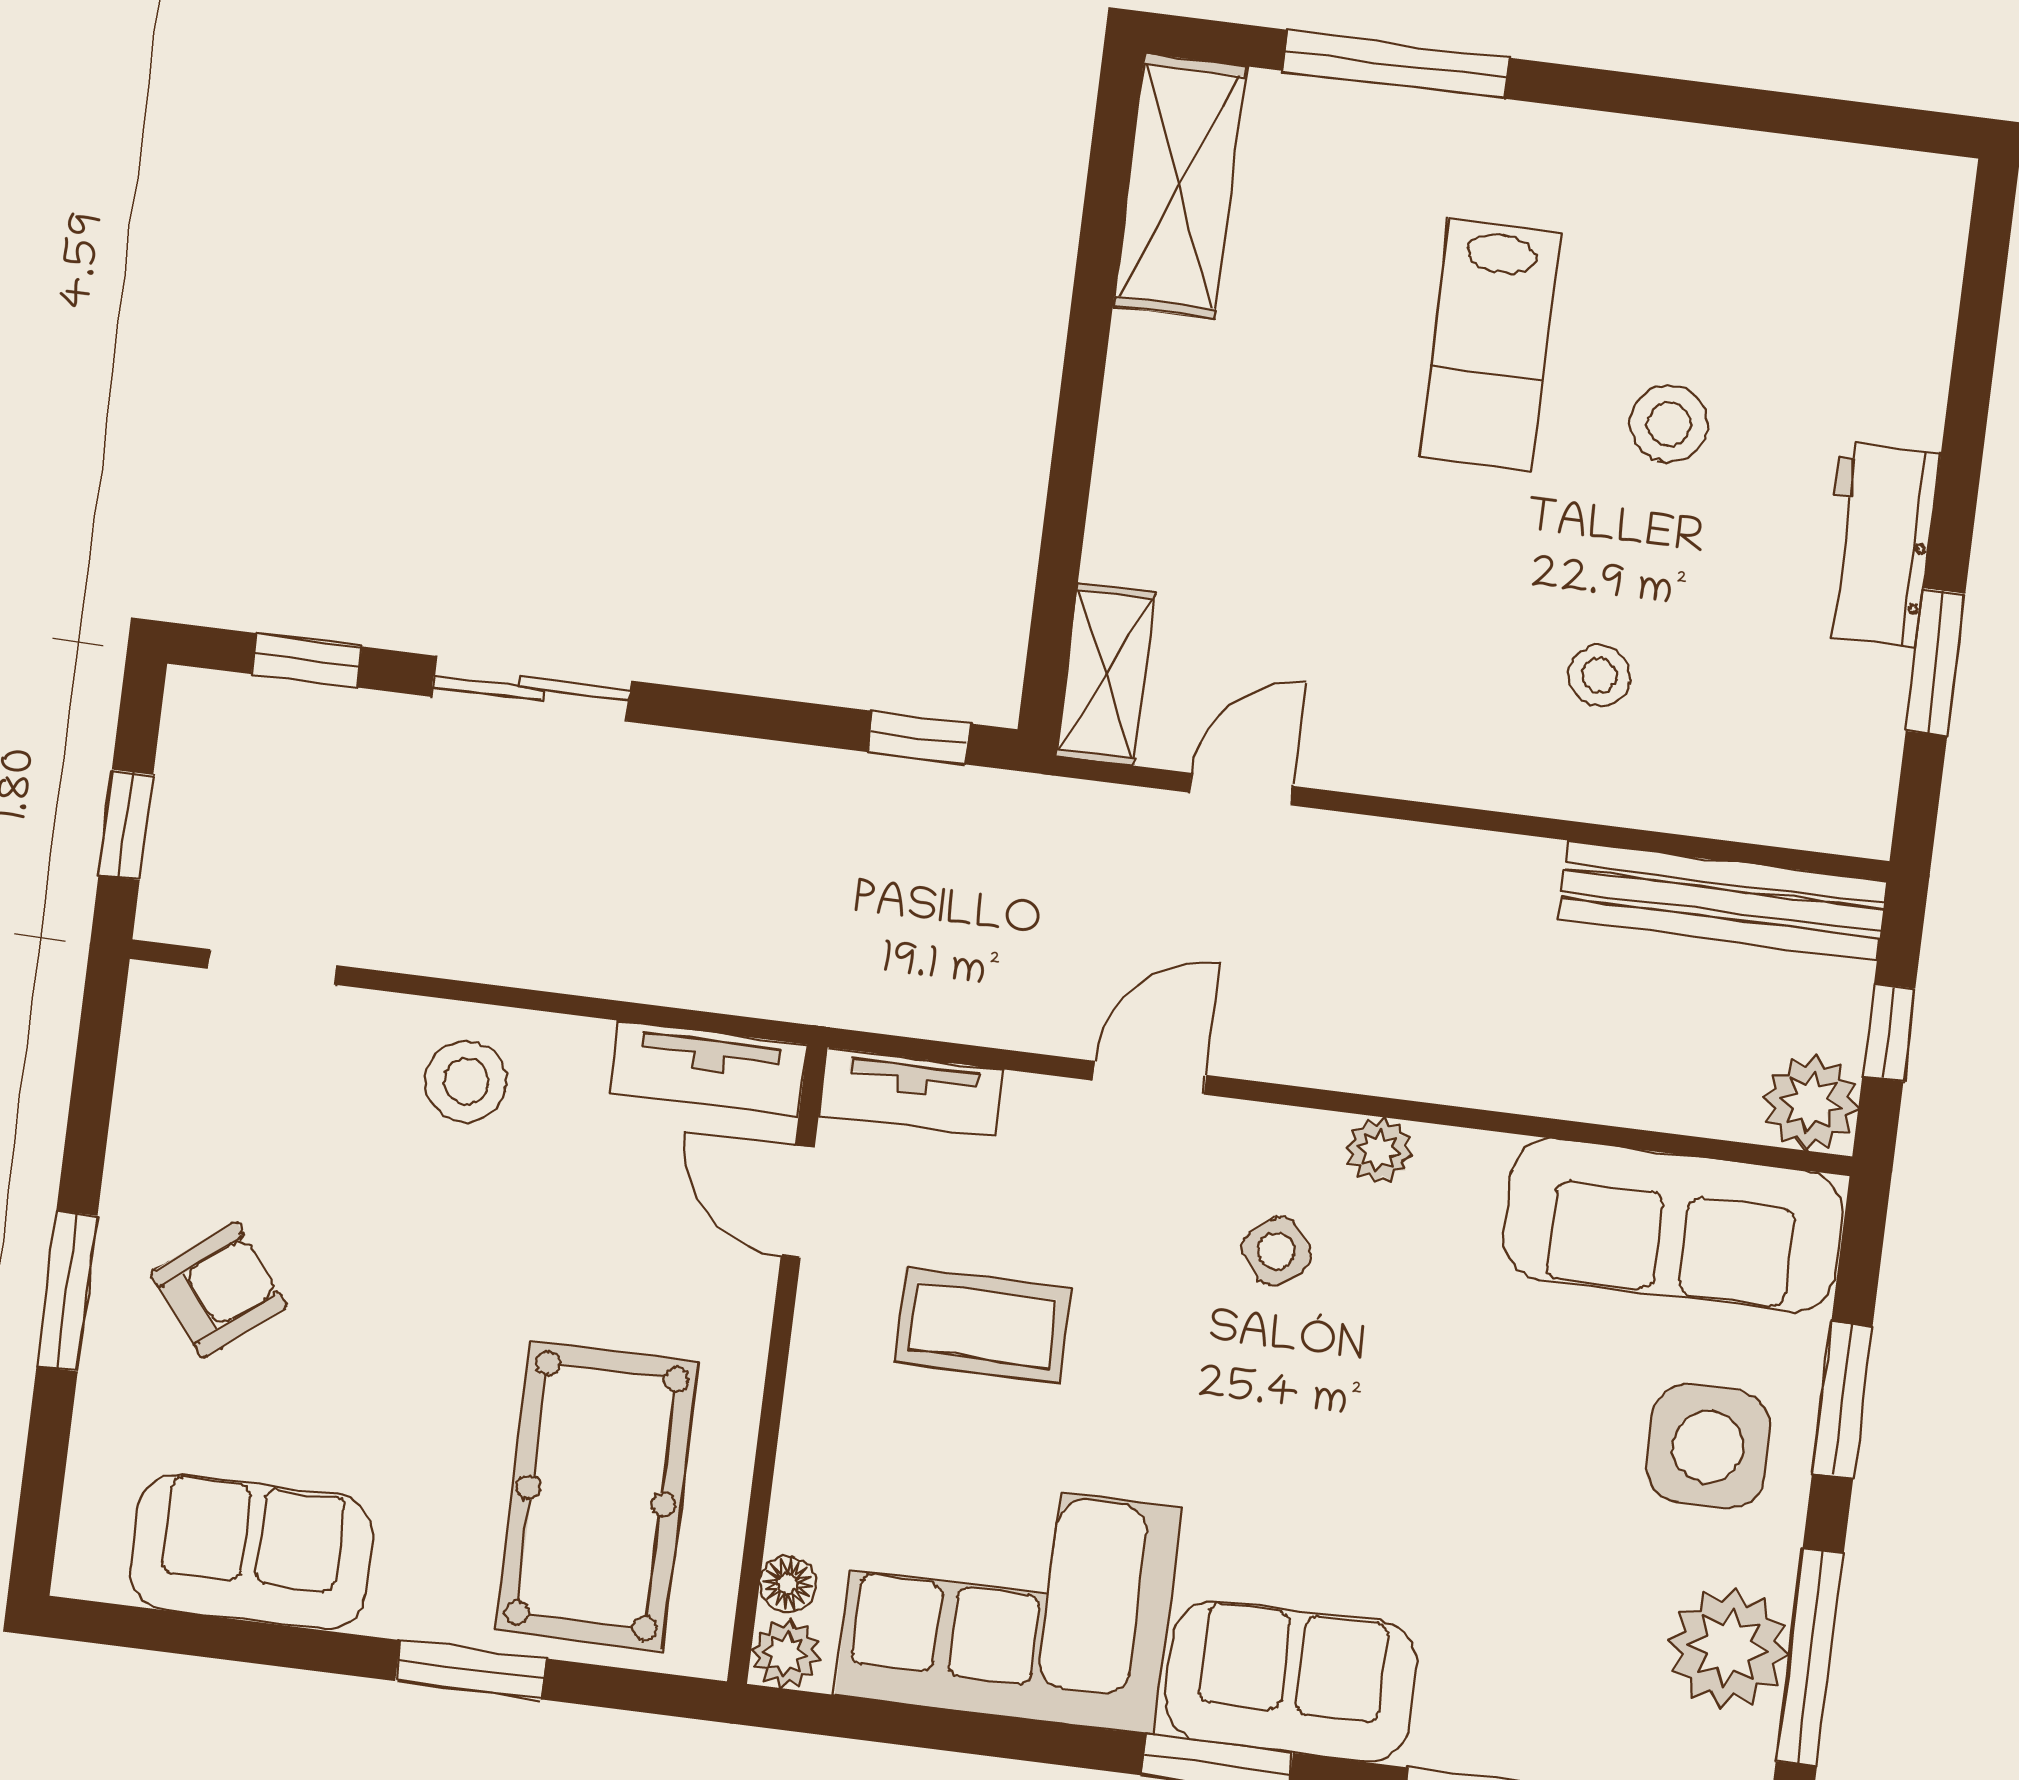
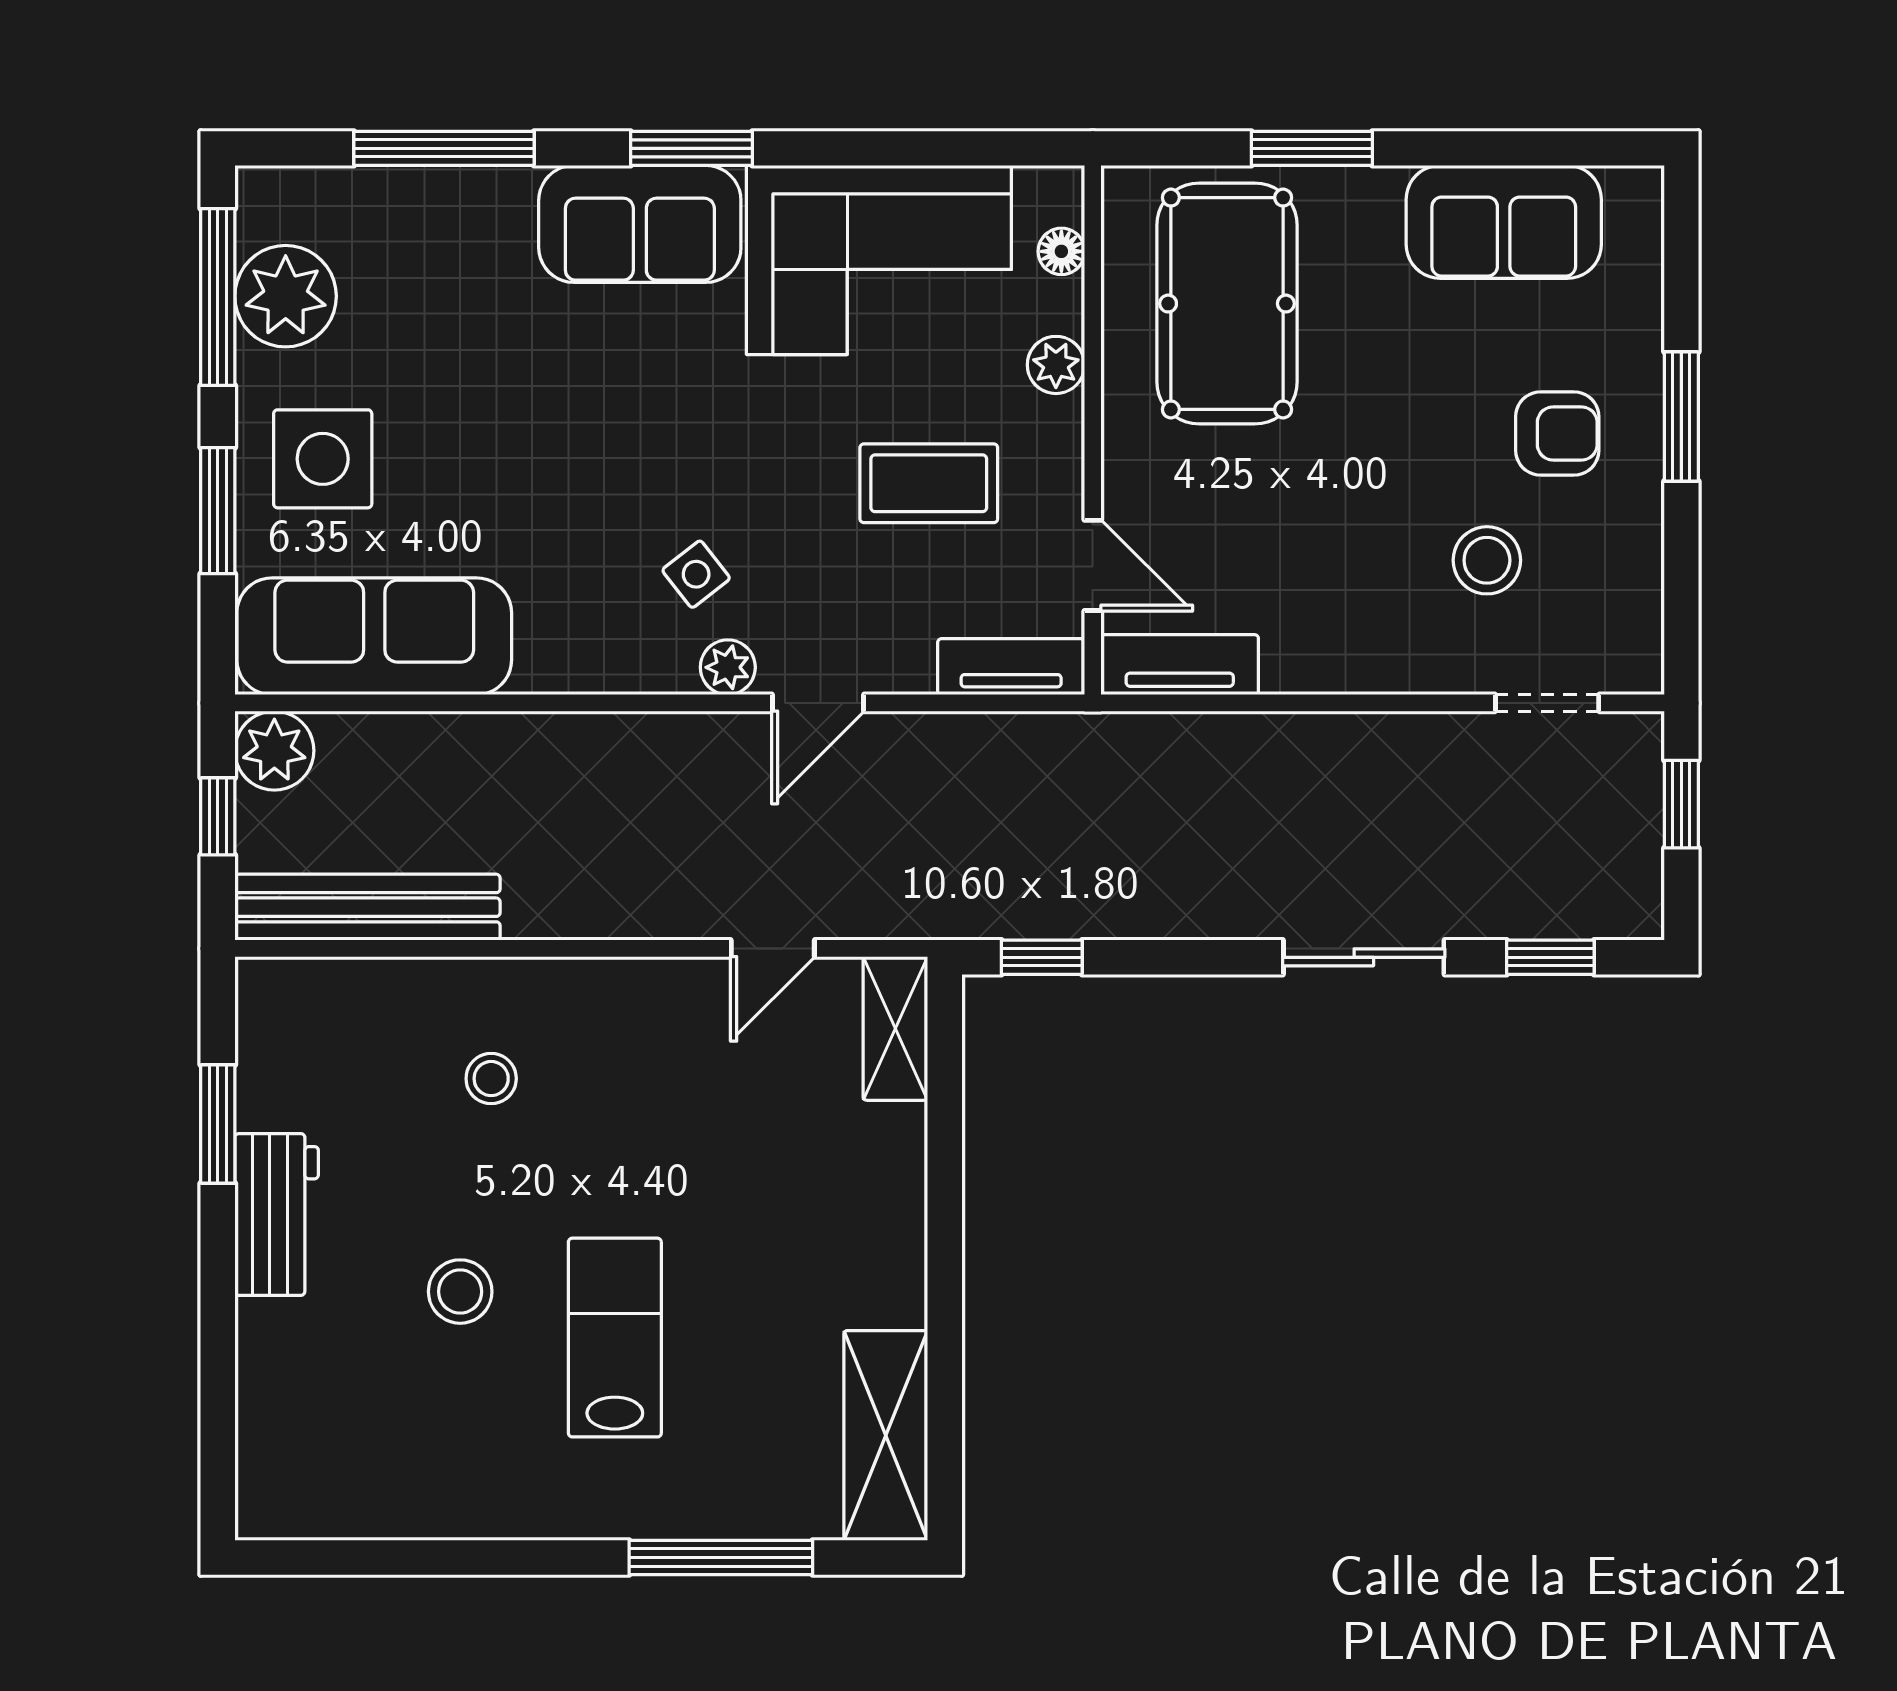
stool: (466, 1081) -> (1487, 560), moved
plant: (1379, 1150) -> (728, 667), moved
armchair: (219, 1290) -> (1557, 433), turned -141
plant: (786, 1654) -> (1056, 365), moved

